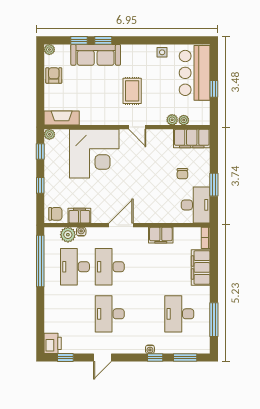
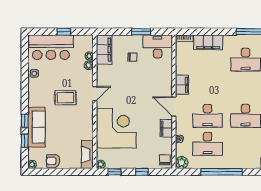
filing cabinet: (79, 216) -> (166, 128), moved
plant: (68, 235) -> (182, 163), moved
filing cabinet: (161, 235) -> (182, 85), moved
window: (40, 261) -> (222, 172), moved

